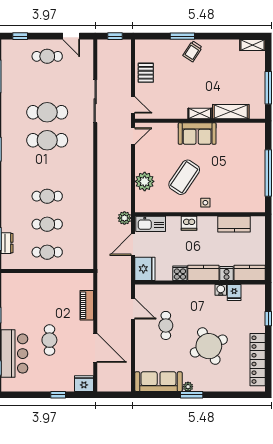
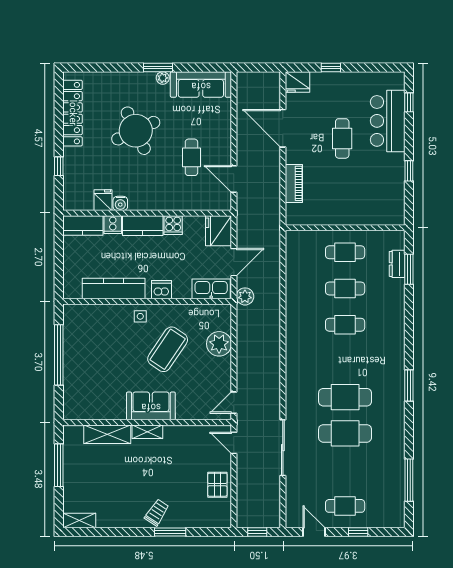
window: (20, 36) -> (358, 532), moved
kitchen counter: (234, 224) -> (114, 289), width x1.50

